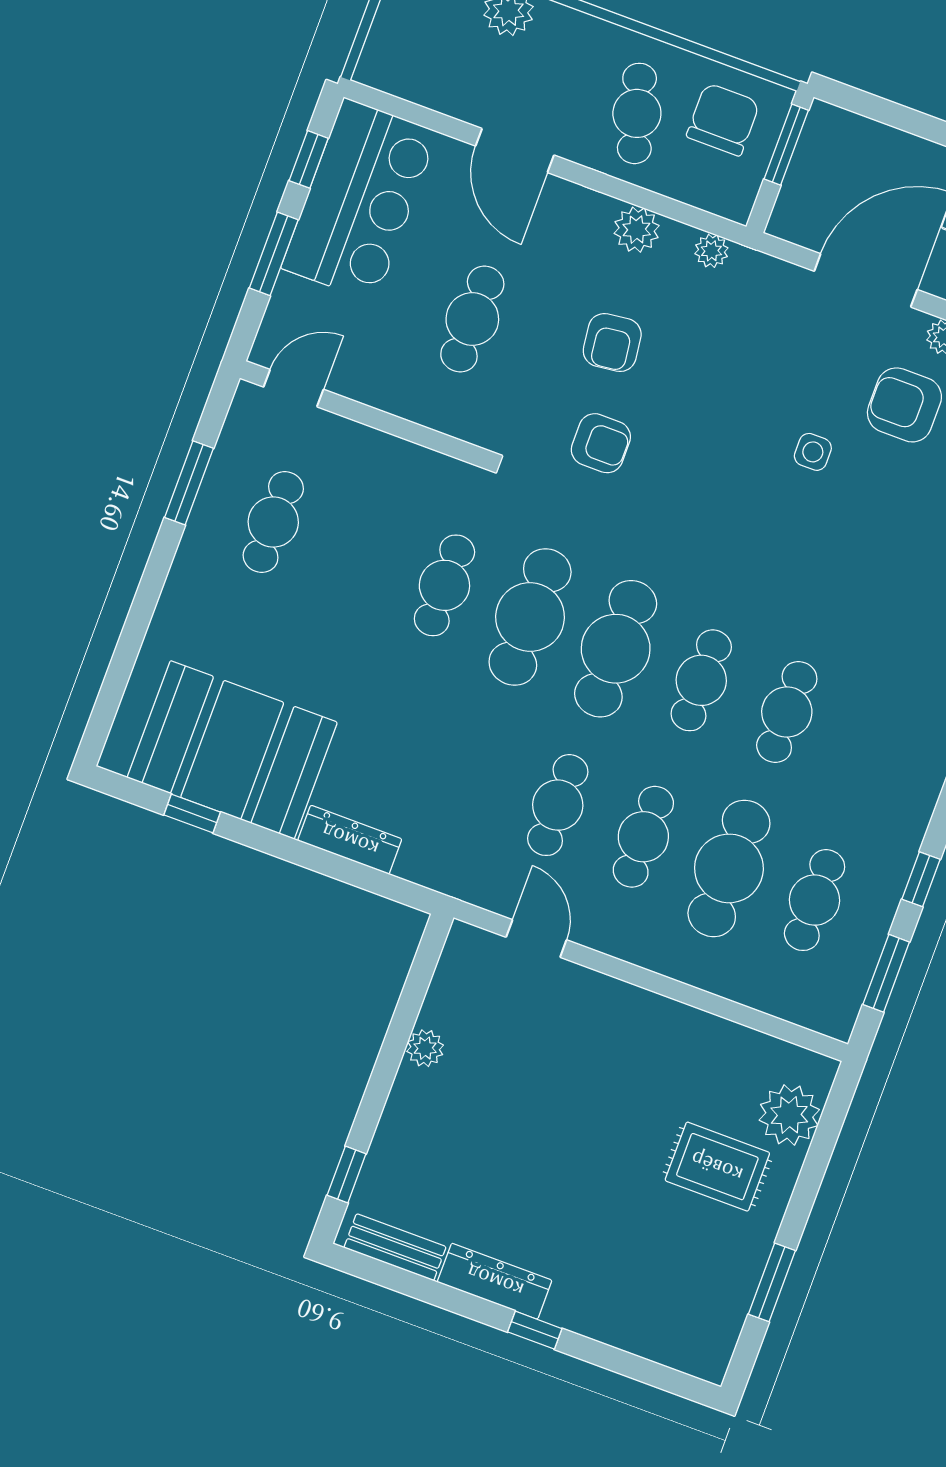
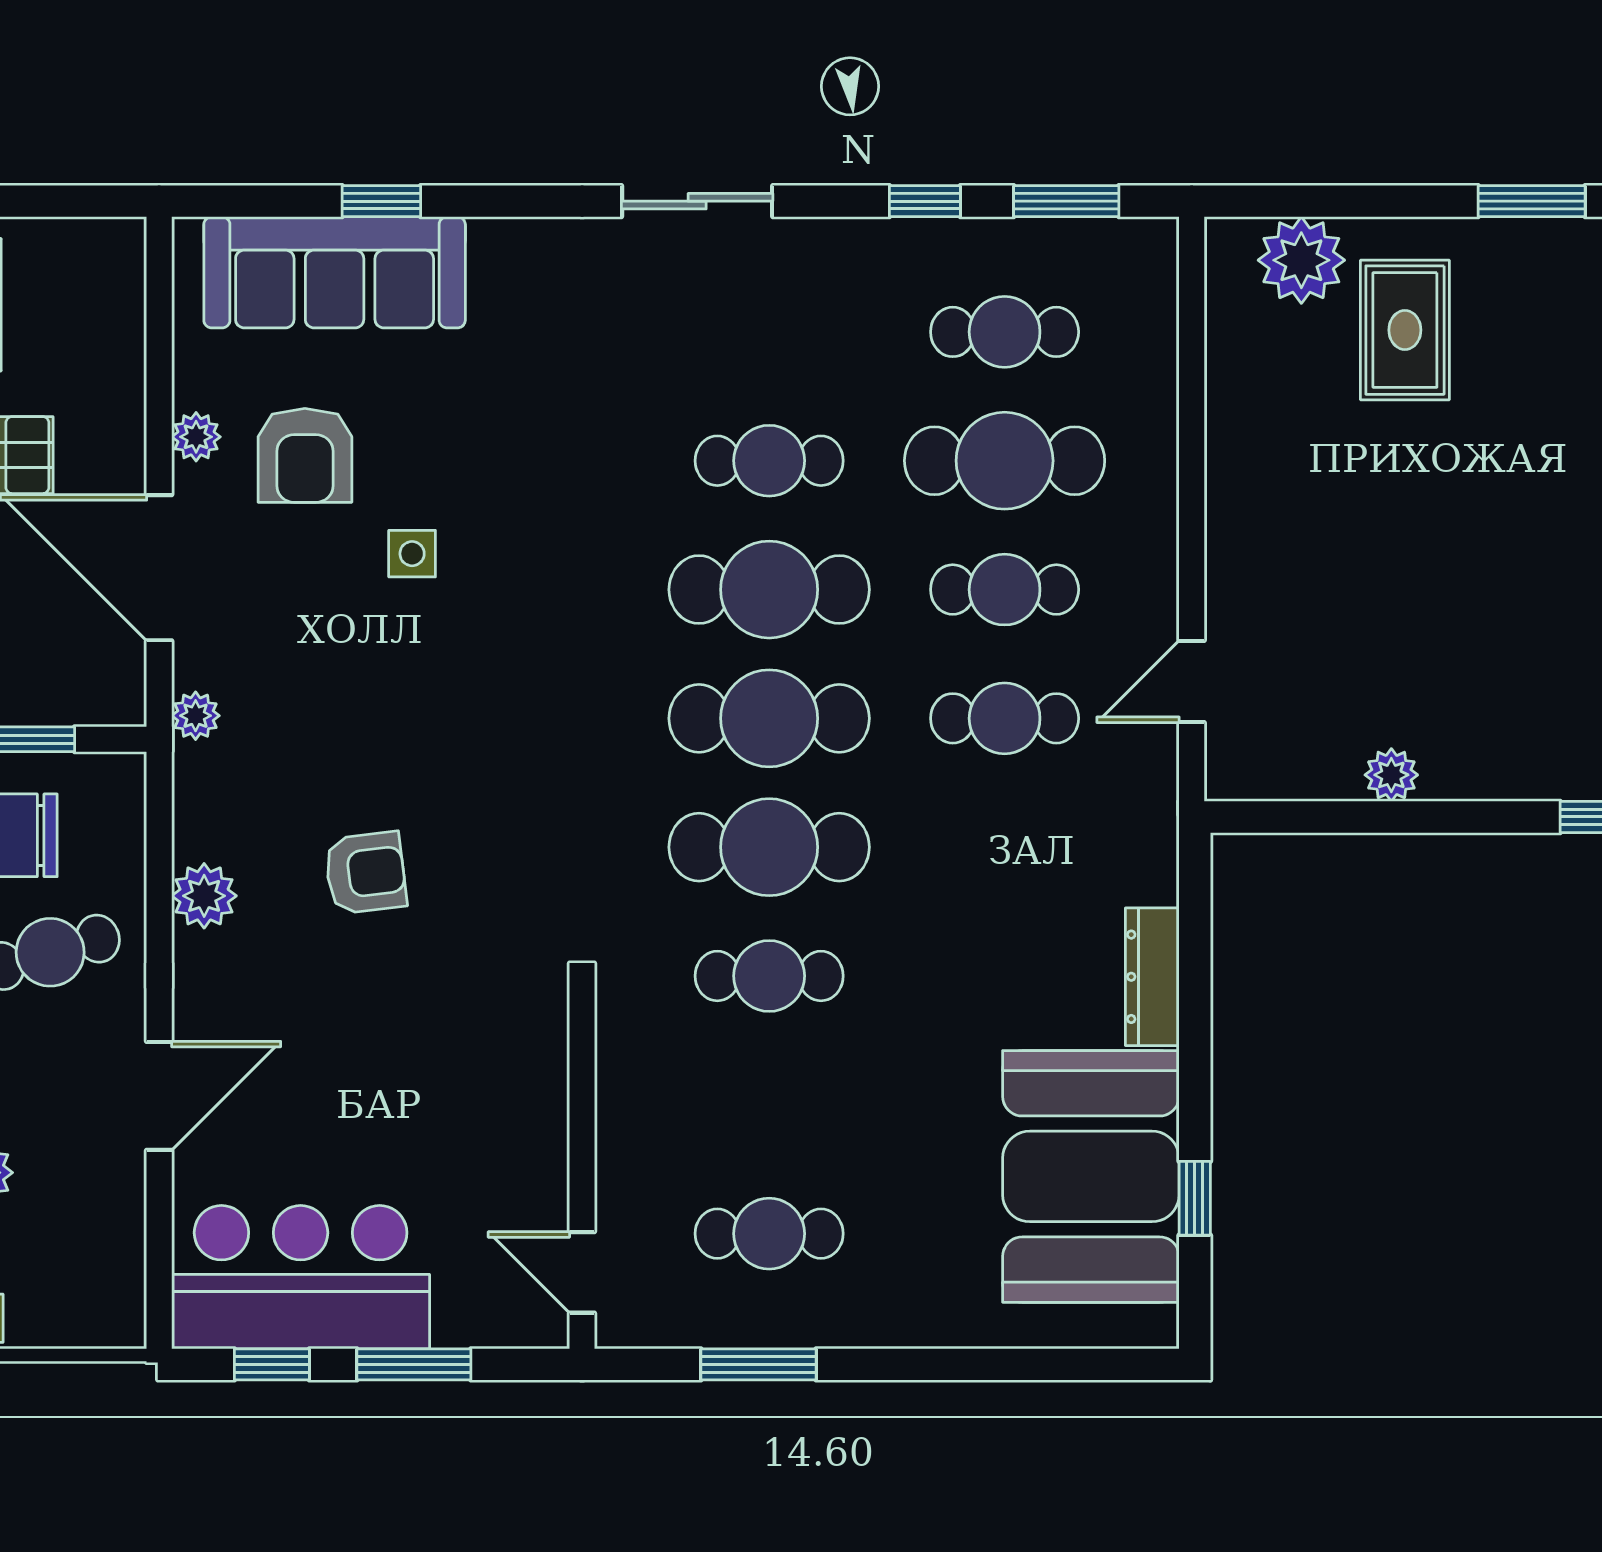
plant: (711, 251) -> (196, 716), moved
cafe table: (472, 319) -> (403, 1069), removed
armchair: (601, 443) -> (504, 839), removed
cafe table: (701, 680) -> (769, 590), width x1.37, depth x1.35

